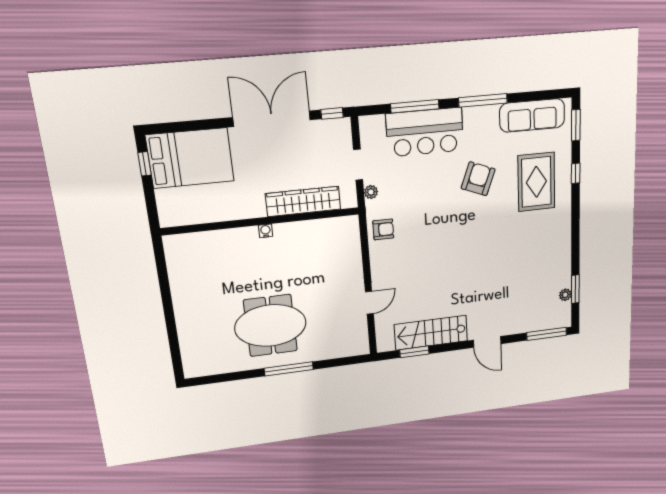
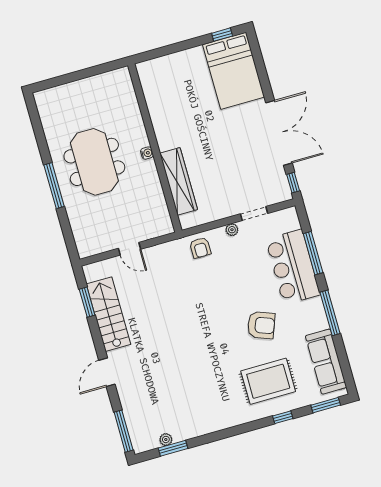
wardrobe: (303, 201) -> (179, 181), moved
wall: (261, 221) -> (155, 148), moved
water cooler: (266, 231) -> (147, 153), moved

